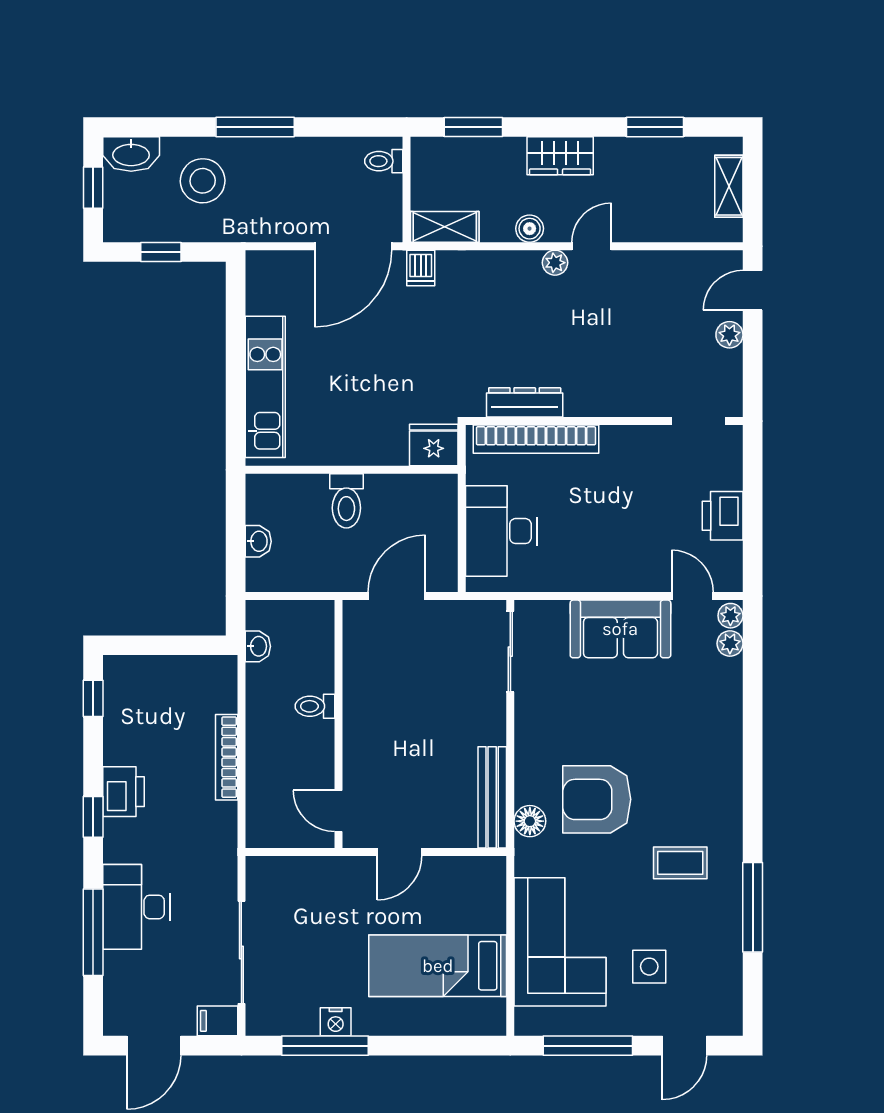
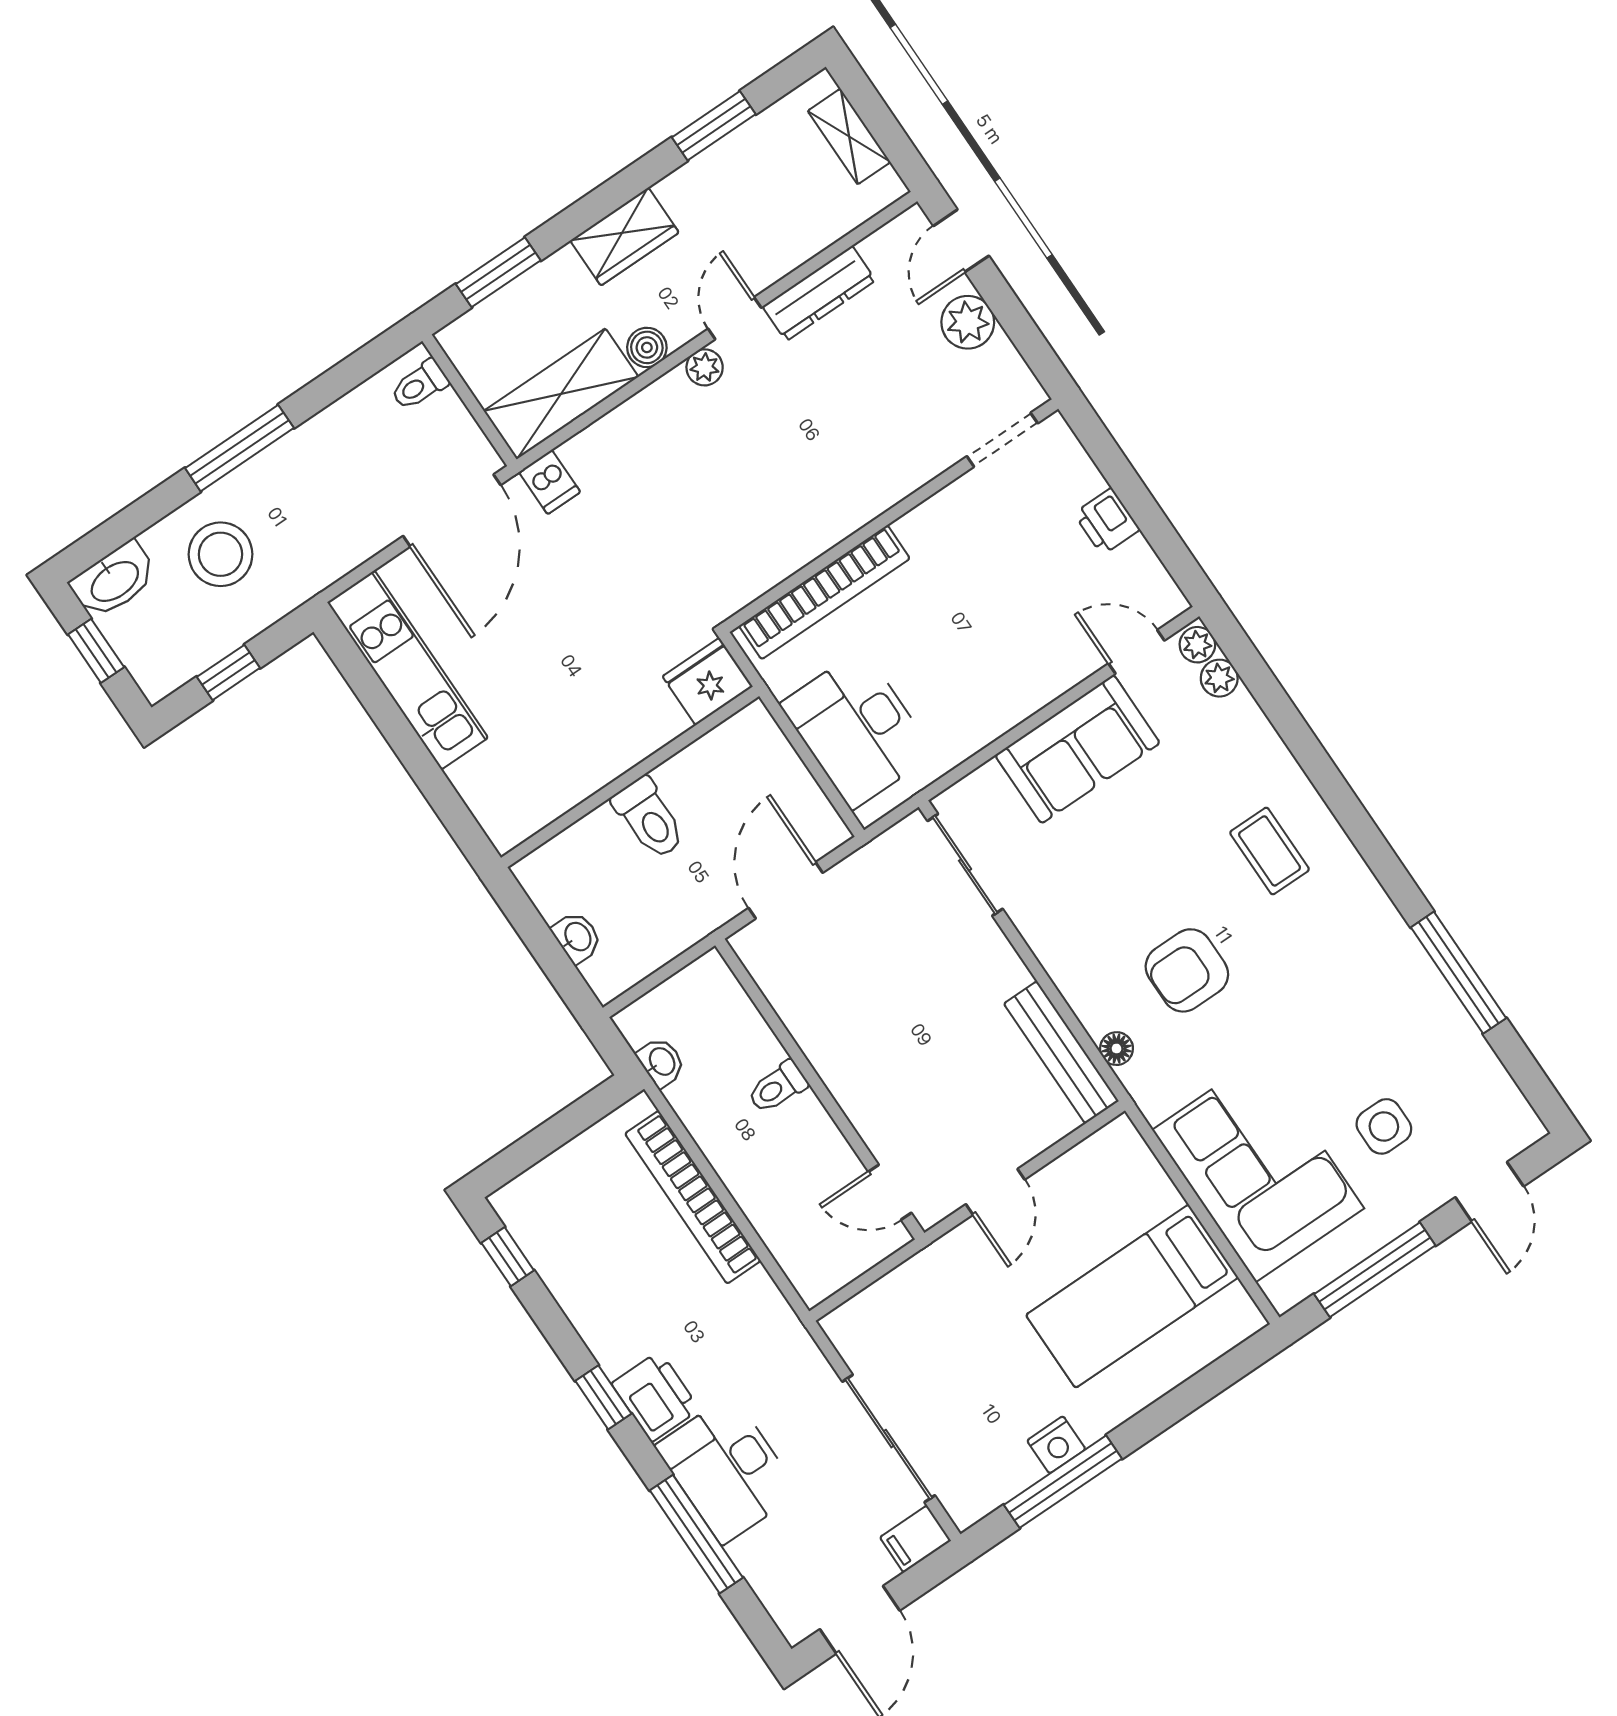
shelving: (445, 227) -> (561, 394), width x1.50, depth x1.33
plant: (729, 335) -> (968, 322), width x1.38, depth x1.38
kitchen unit: (265, 387) -> (408, 670), moved
dresser: (525, 402) -> (819, 293), moved, turned 180
printer: (723, 516) -> (1107, 521), width x0.73, depth x0.81
bookcase: (227, 757) -> (693, 1197), width x1.48, depth x1.31
printer: (123, 792) -> (656, 1396), moved
armchair: (597, 799) -> (1187, 970), width x0.73, depth x0.73
floor lamp: (530, 821) -> (1117, 1049), width x0.73, depth x0.73
coffee table: (680, 863) -> (1270, 851), moved, turned 90

